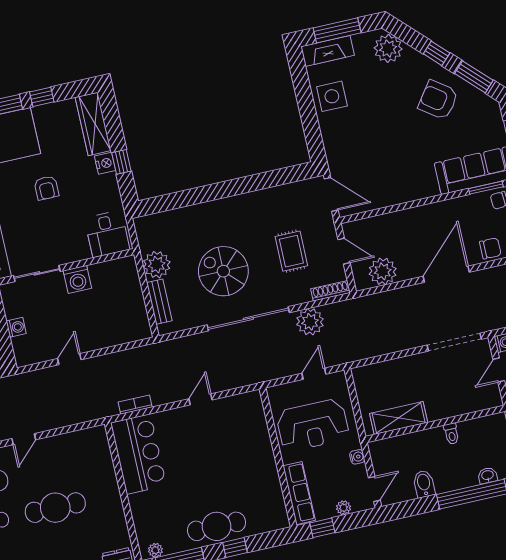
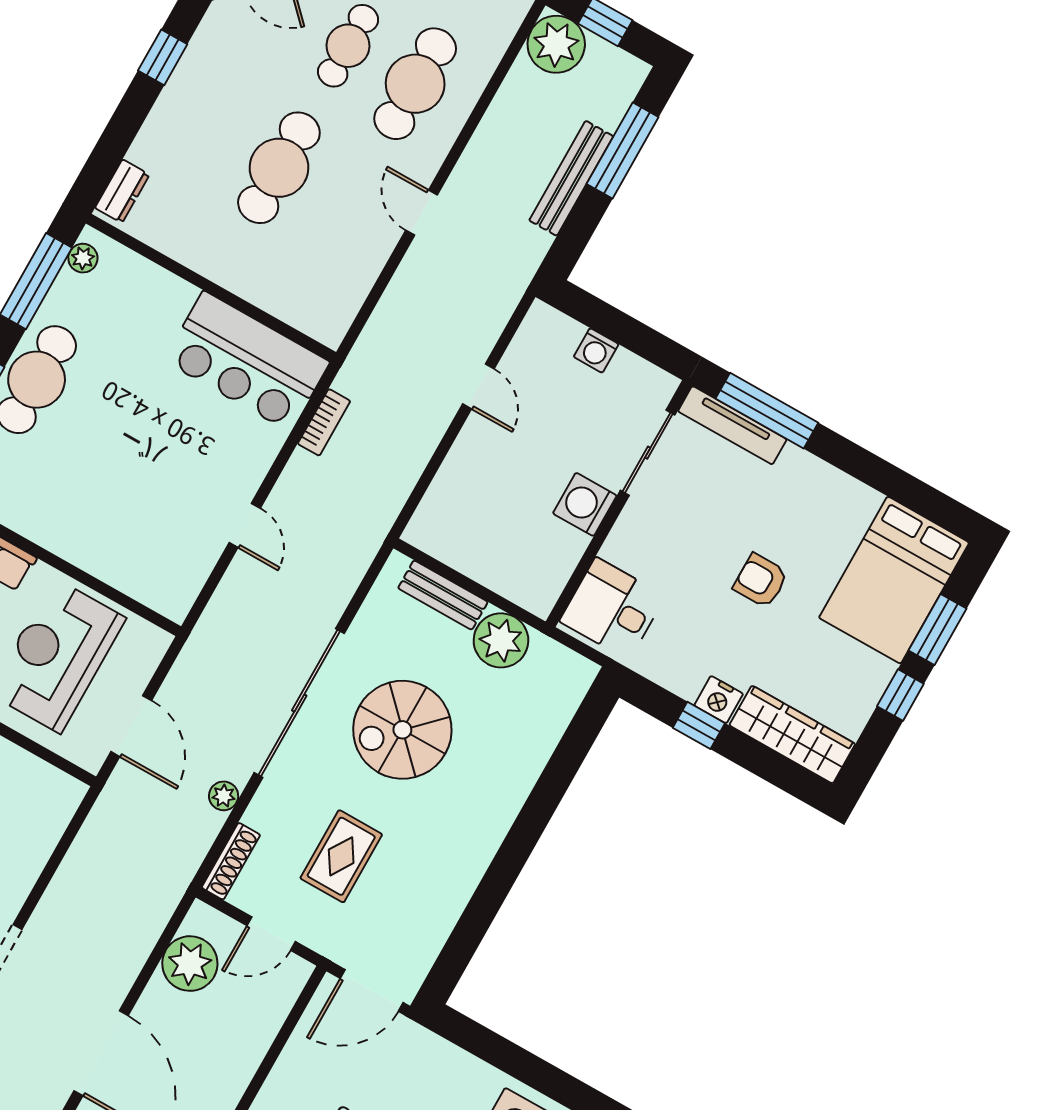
rug: (291, 251) -> (341, 856), turned 90
spiral stairs: (223, 271) -> (402, 730), turned 180
plant: (310, 322) -> (224, 796), width x0.53, depth x0.53
door: (314, 374) -> (131, 726), width x1.38

